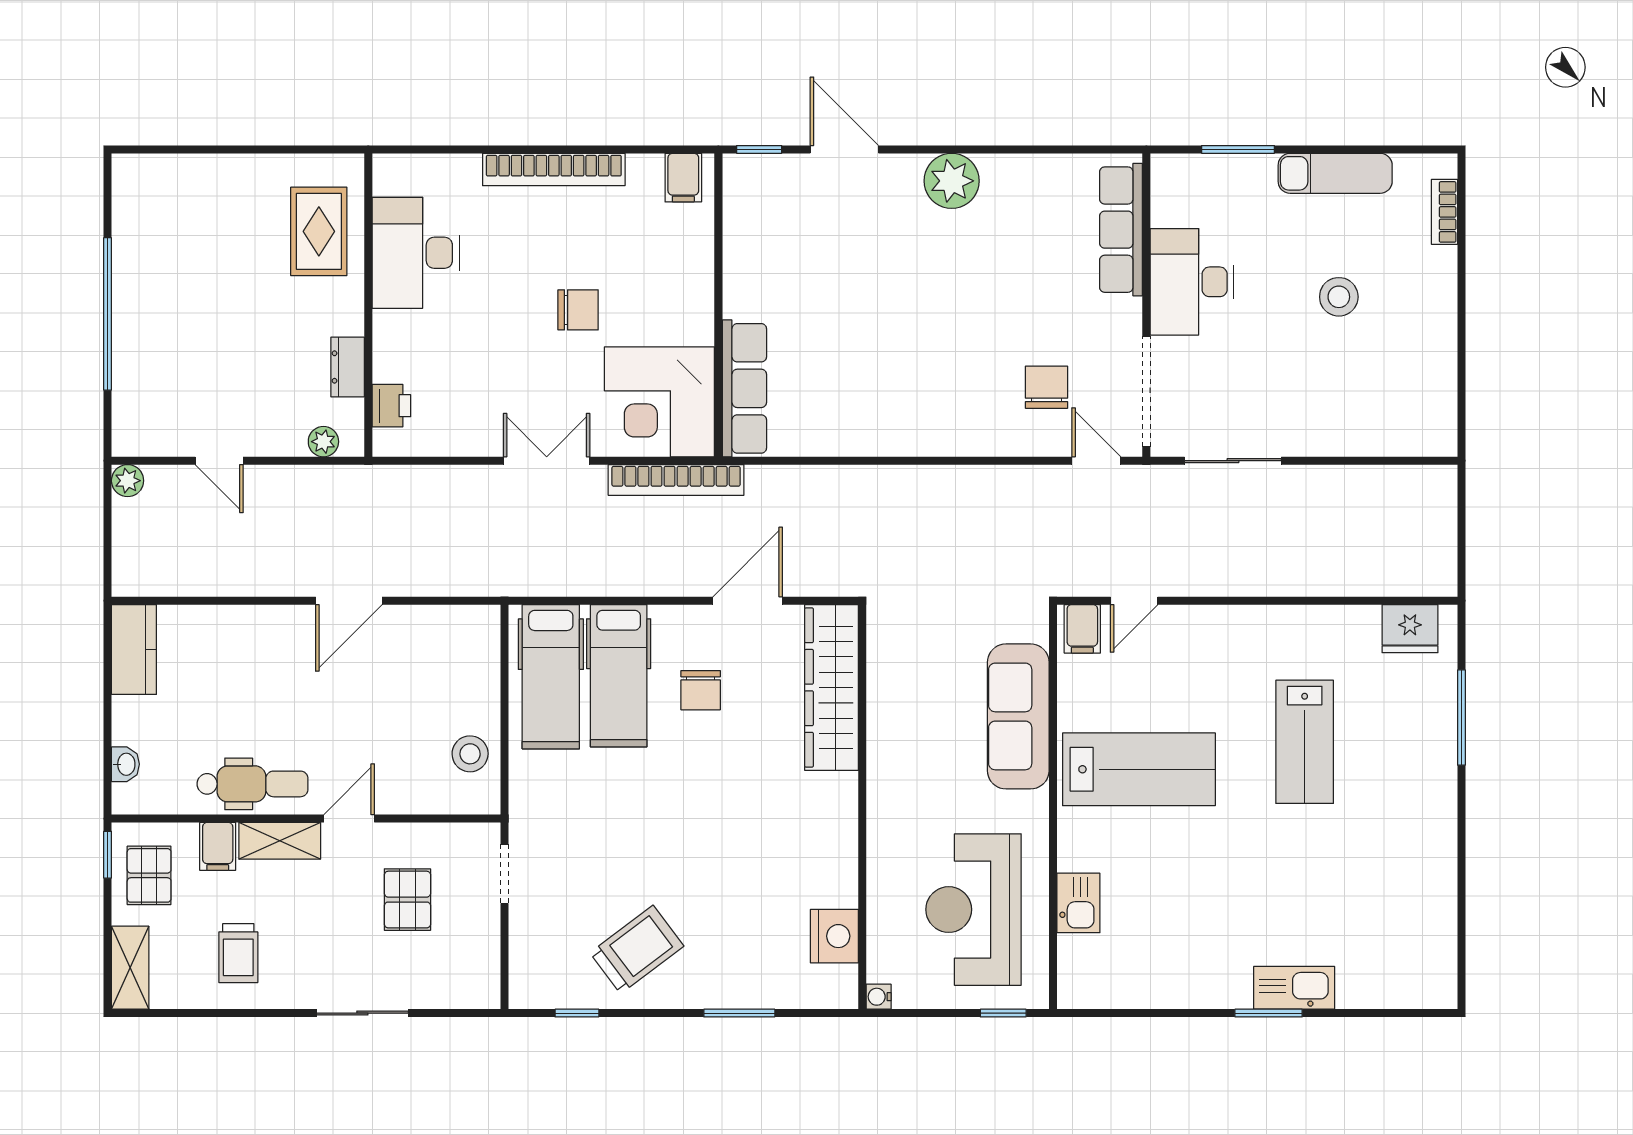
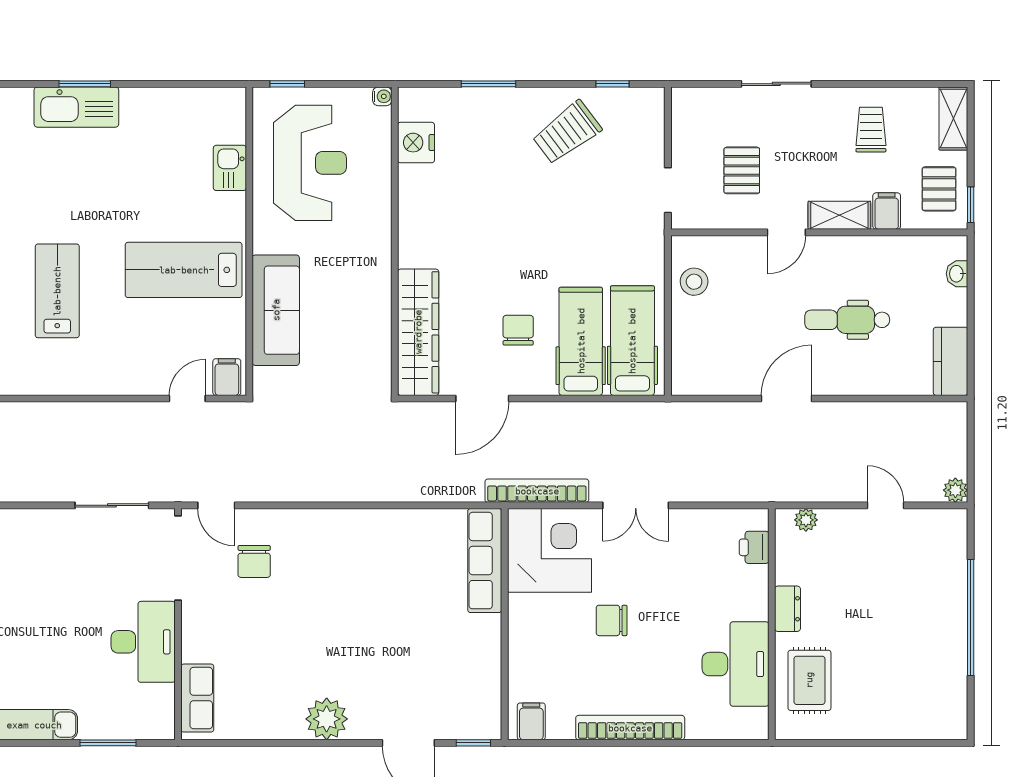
row of seats: (1121, 230) -> (197, 698), width x0.68
stool: (1339, 297) -> (31, 630), removed
dresser: (348, 367) -> (788, 609), moved
dental chair: (253, 784) -> (847, 320), moved
kitchen sink: (1294, 988) -> (76, 107), width x1.36, depth x1.24

